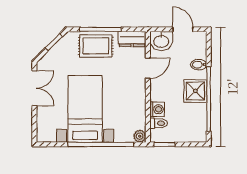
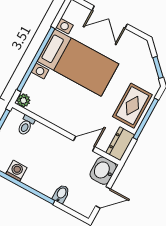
door: (148, 68) -> (84, 144), swing flipped
double door: (34, 88) -> (110, 17), moved
shower: (195, 91) -> (38, 177), removed
washing machine: (157, 109) -> (16, 171), moved, turned 180

